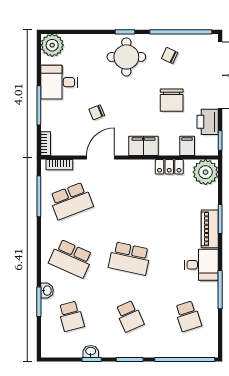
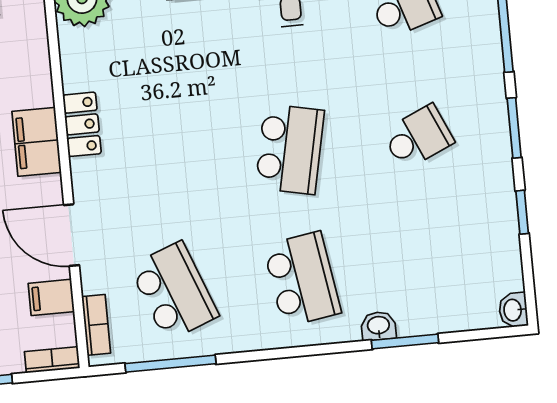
filing cabinet: (187, 146) -> (51, 297), moved
locker: (169, 167) -> (82, 124), moved
school desk: (71, 258) -> (302, 279), turned -33
school desk: (71, 316) -> (430, 267), removed
washbasin: (91, 351) -> (513, 310), moved

